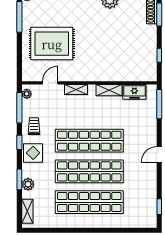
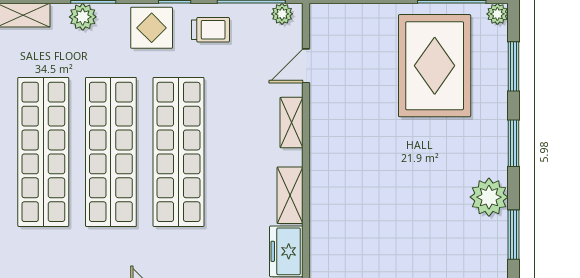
rug: (52, 44) -> (435, 66), moved
door: (50, 83) -> (306, 66), swing flipped

